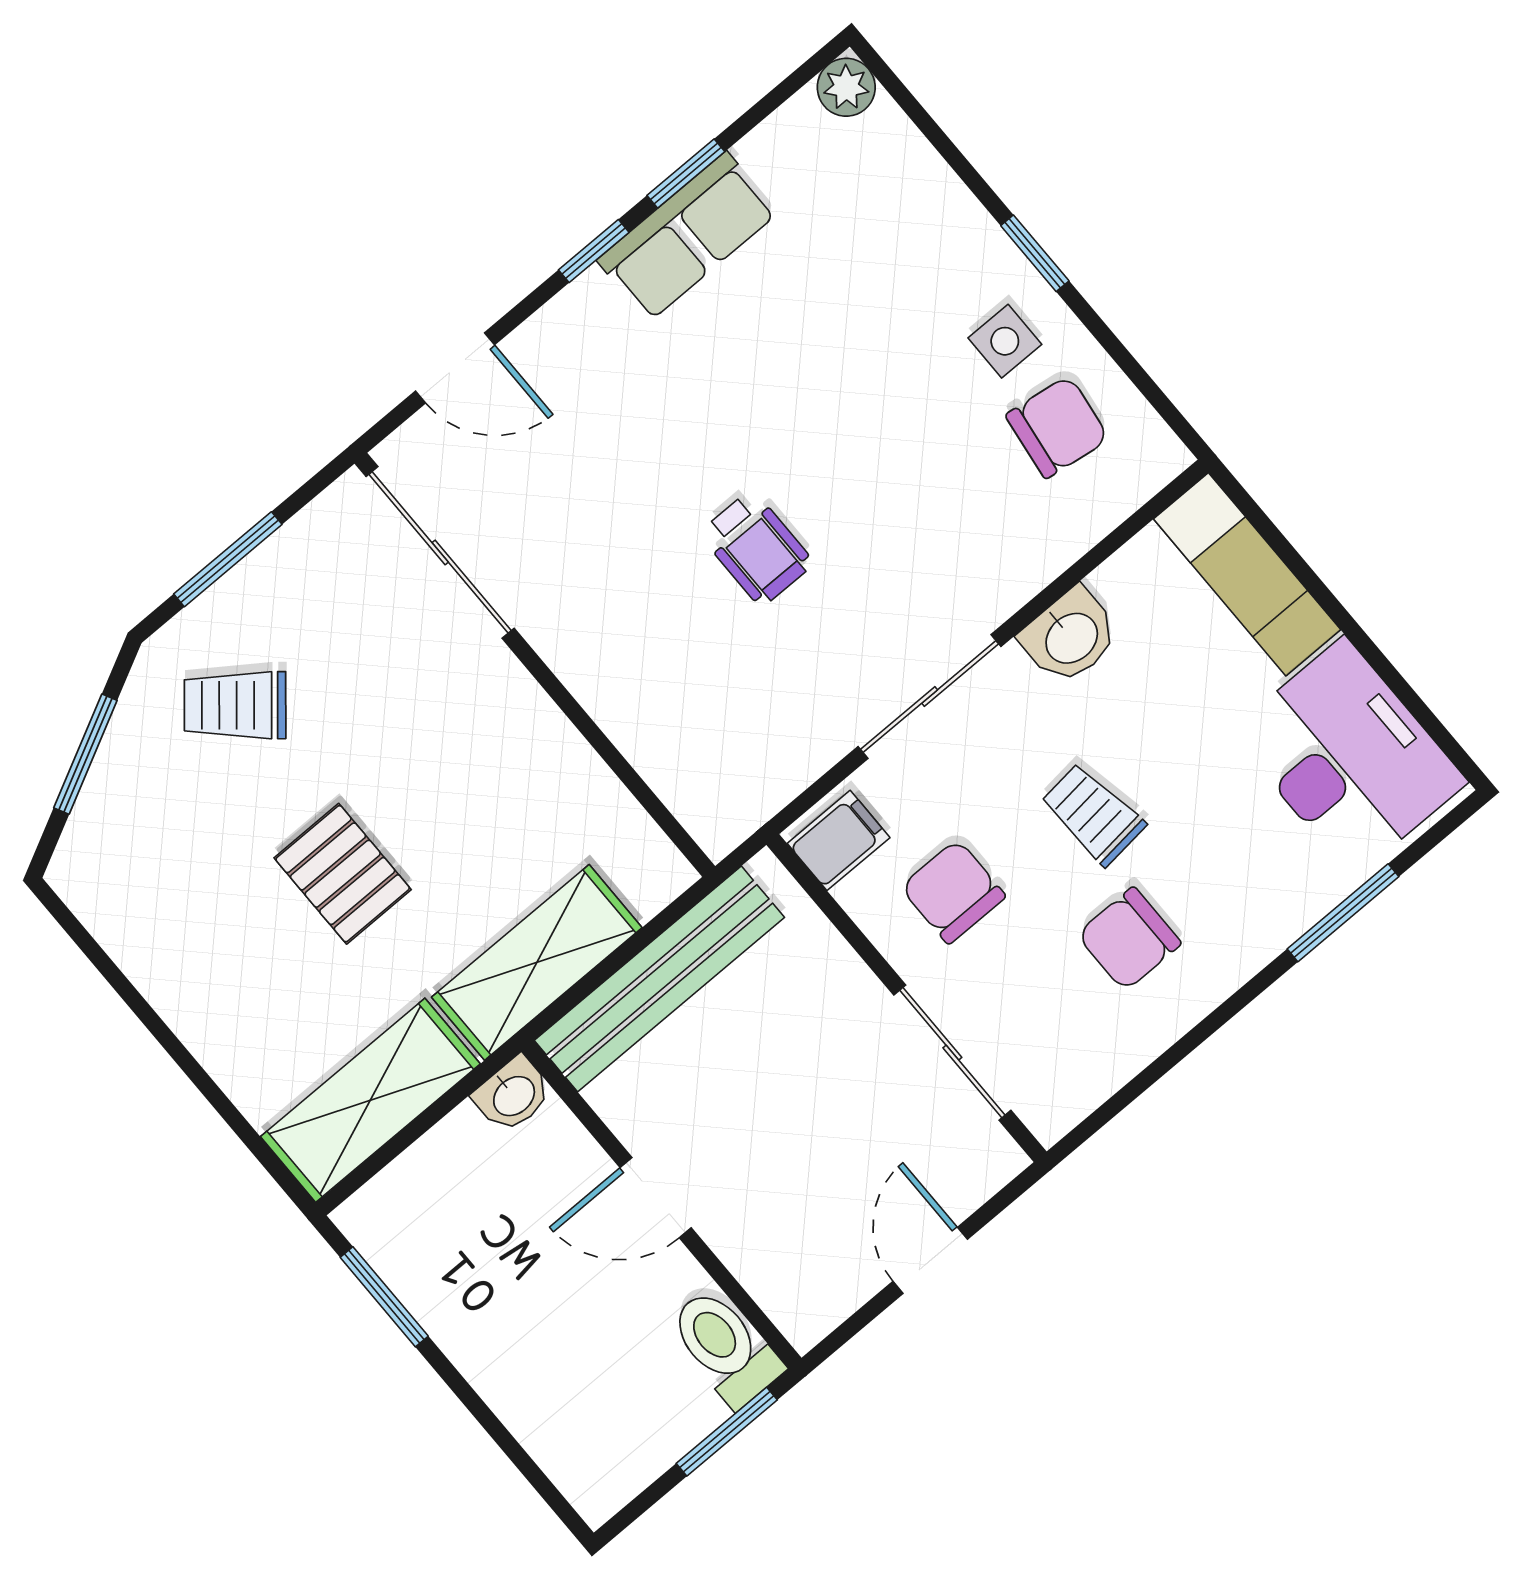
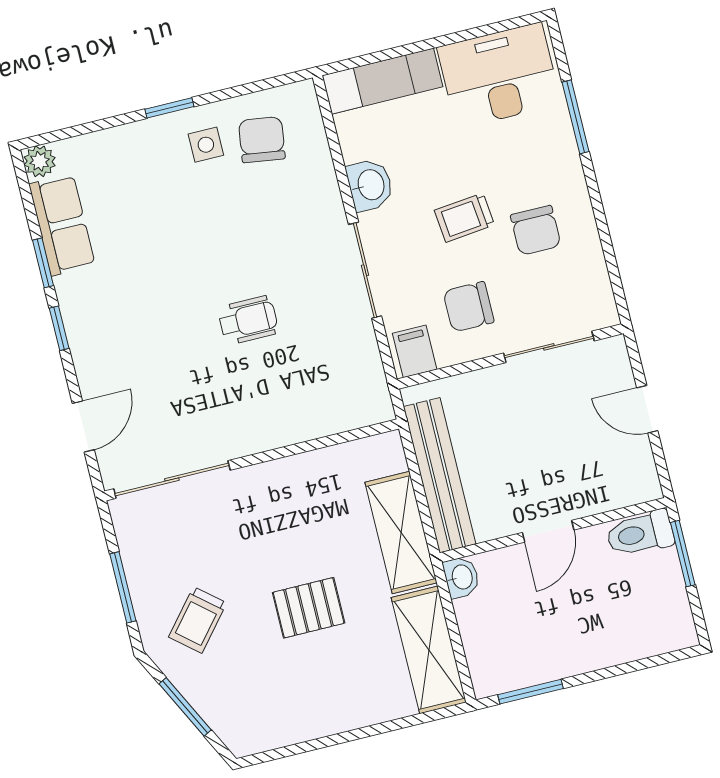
row of seats: (688, 236) -> (62, 225), moved

